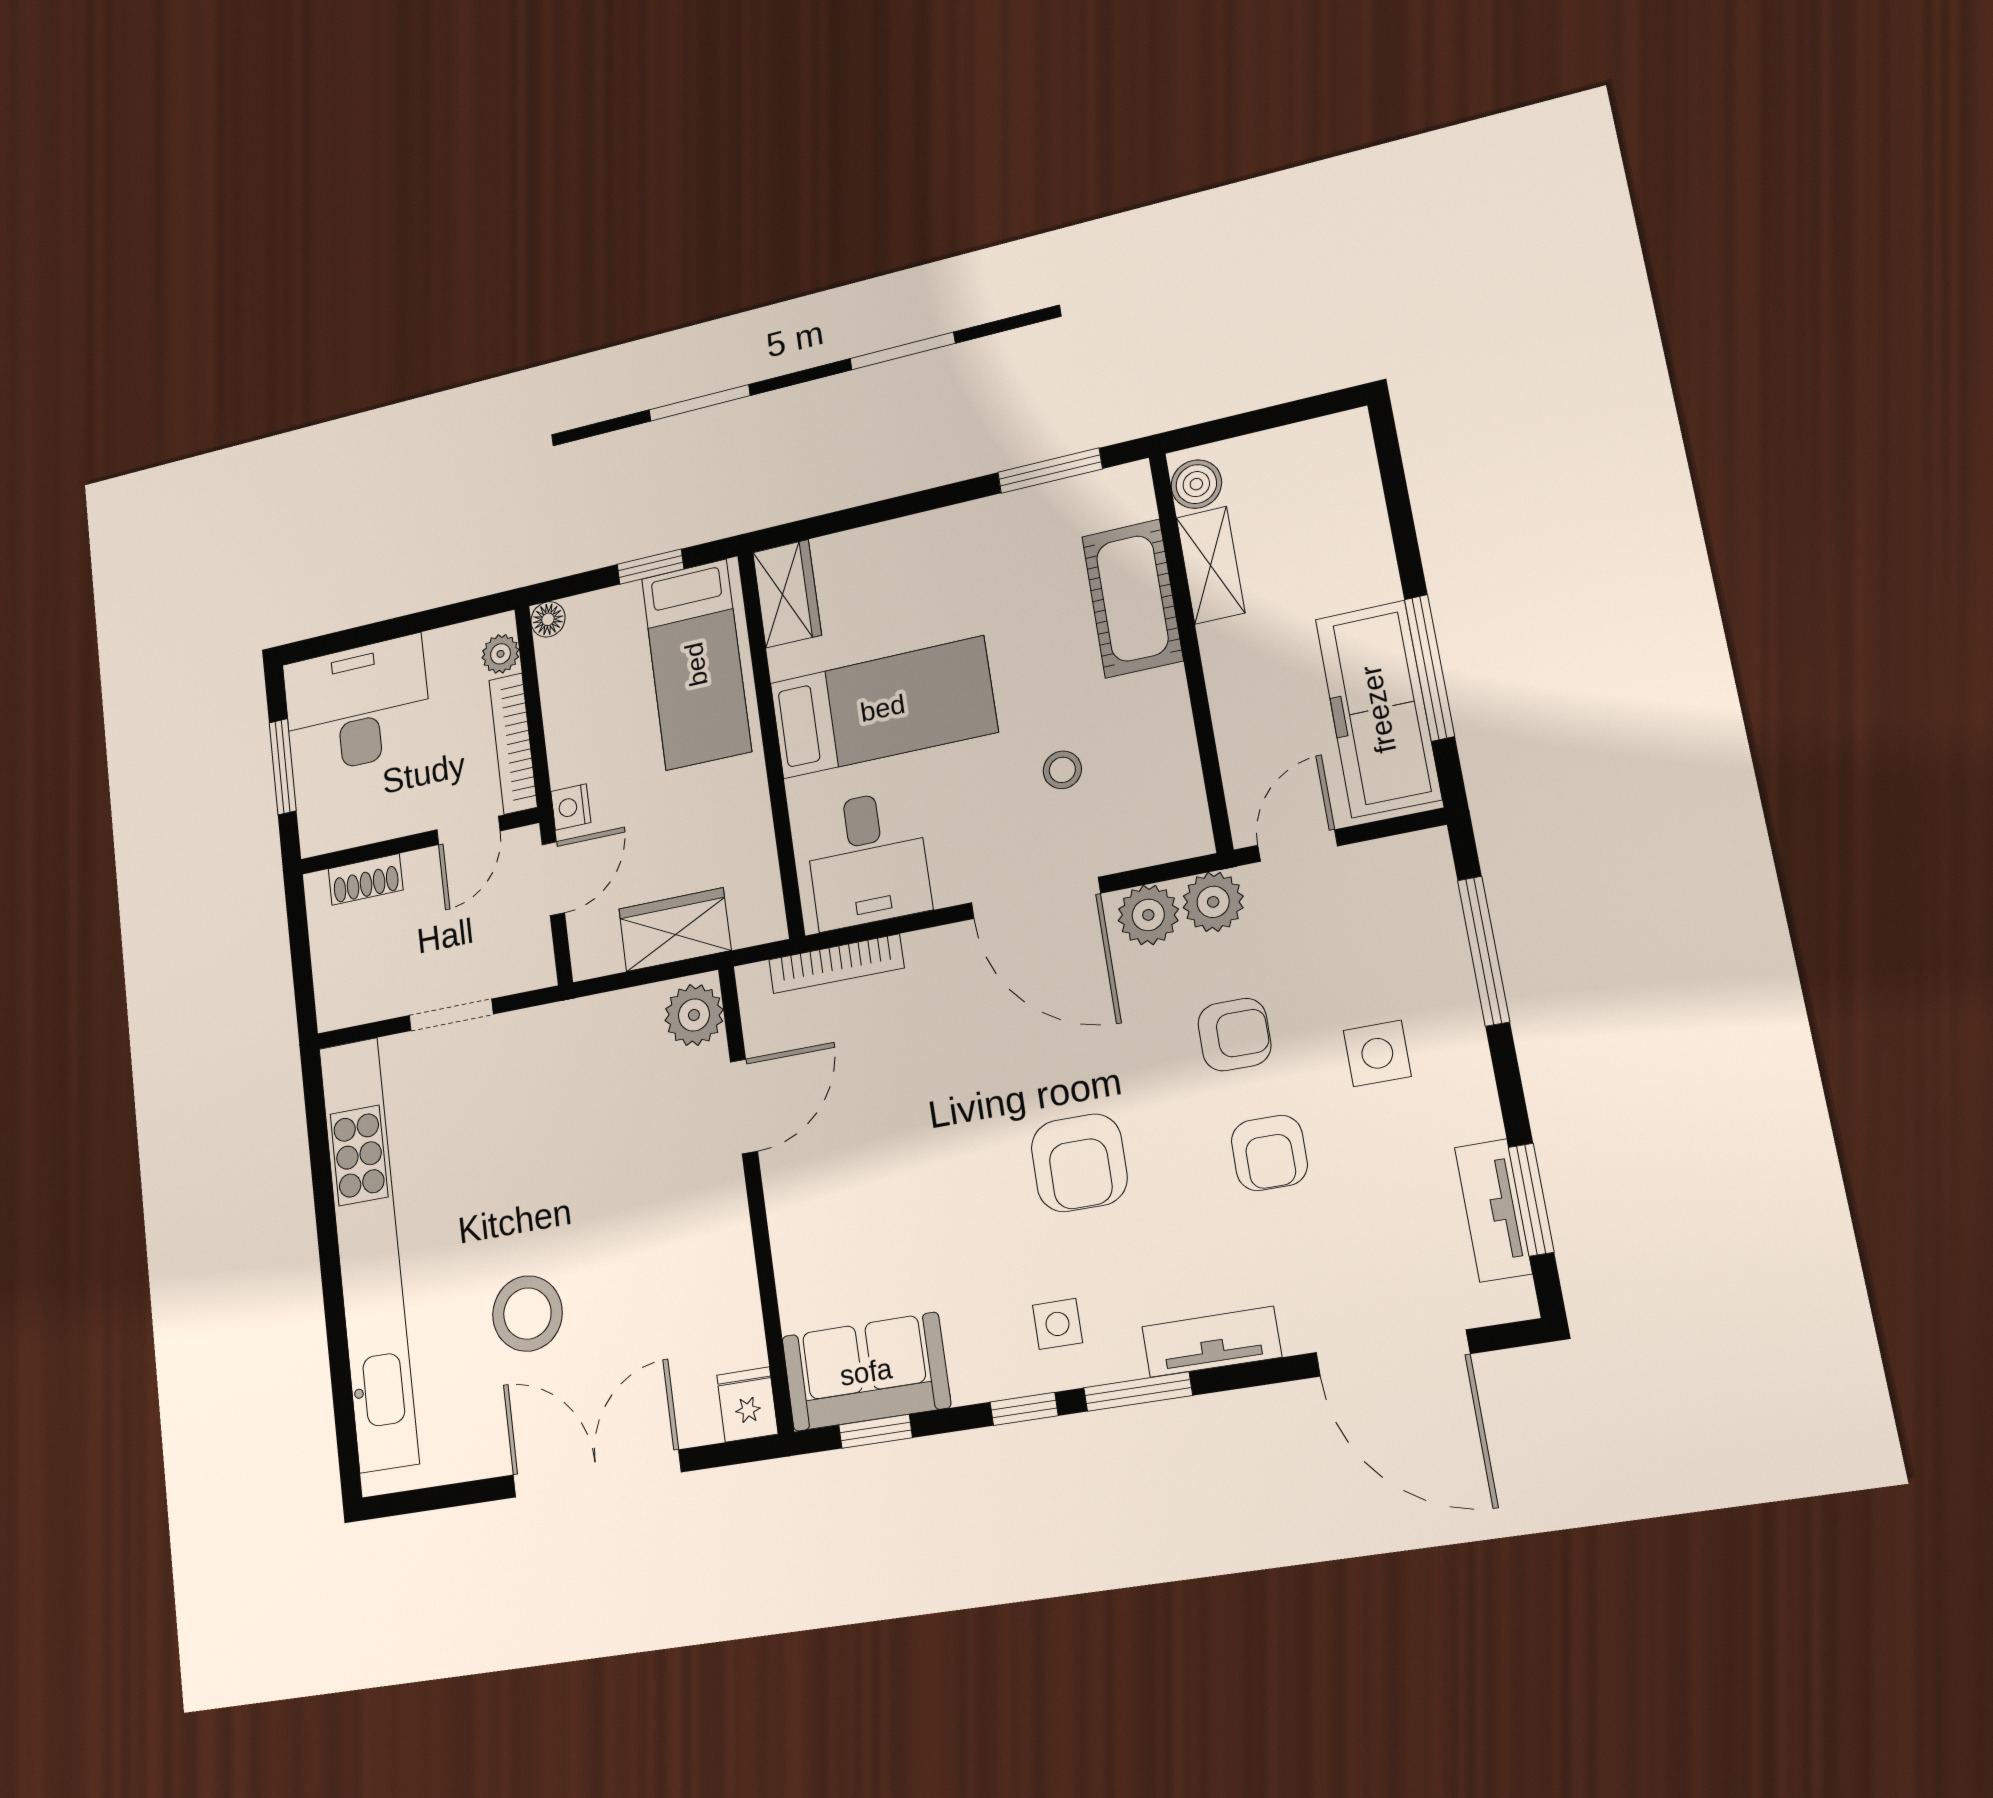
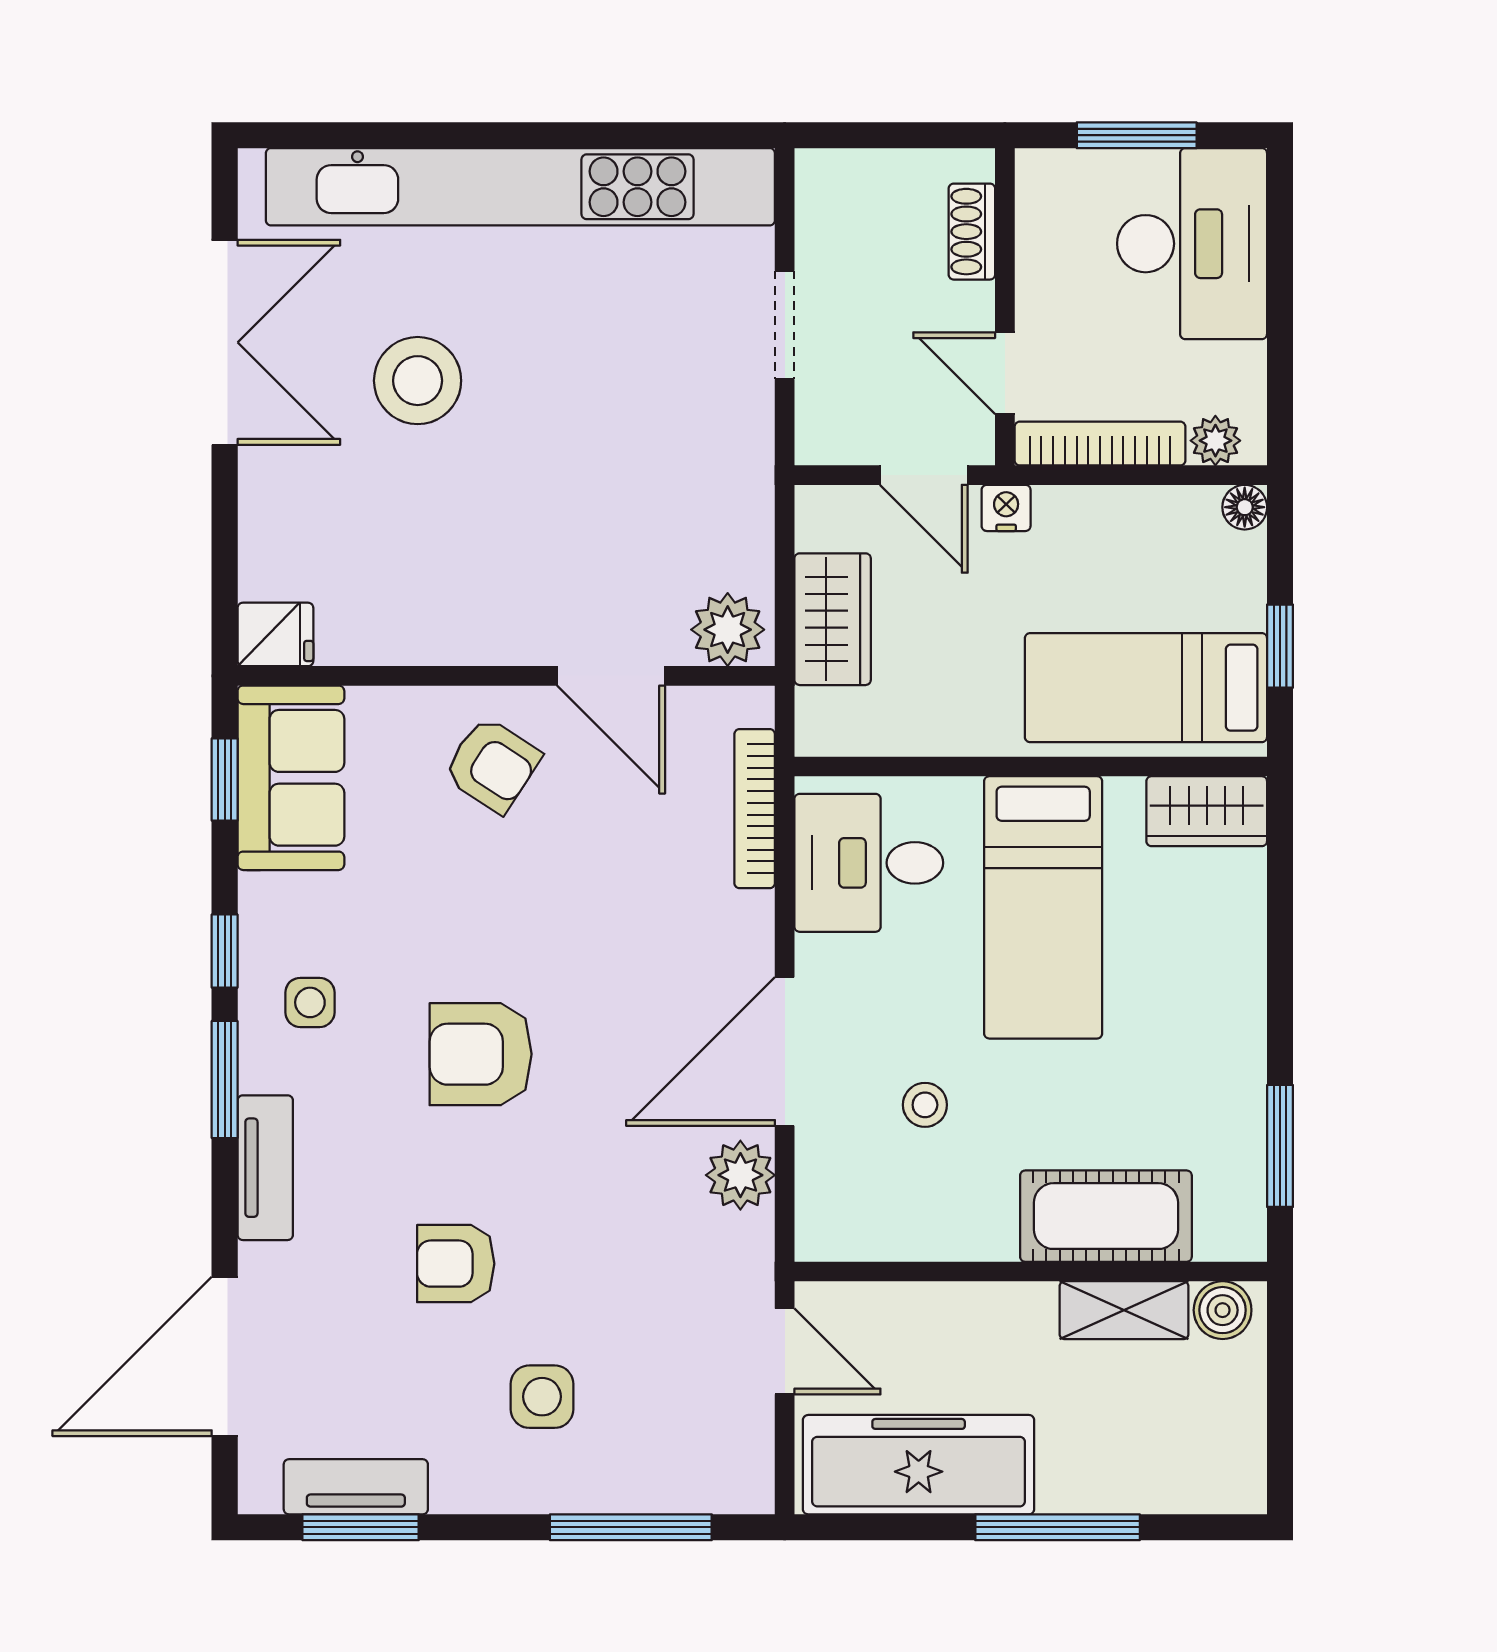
window: (1429, 668) -> (1058, 1527), moved
plant: (1213, 902) -> (741, 1249), removed
armchair: (1234, 1035) -> (492, 765), moved, turned -57
double door: (596, 1474) -> (225, 342), moved

